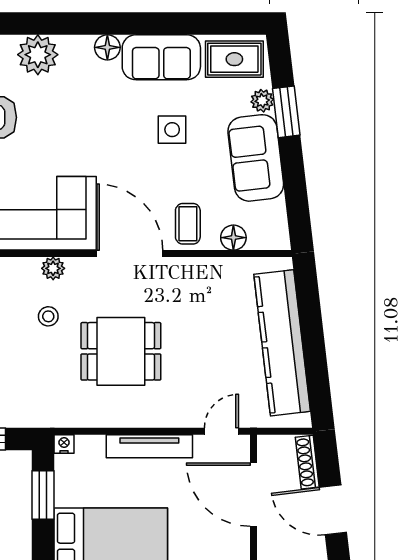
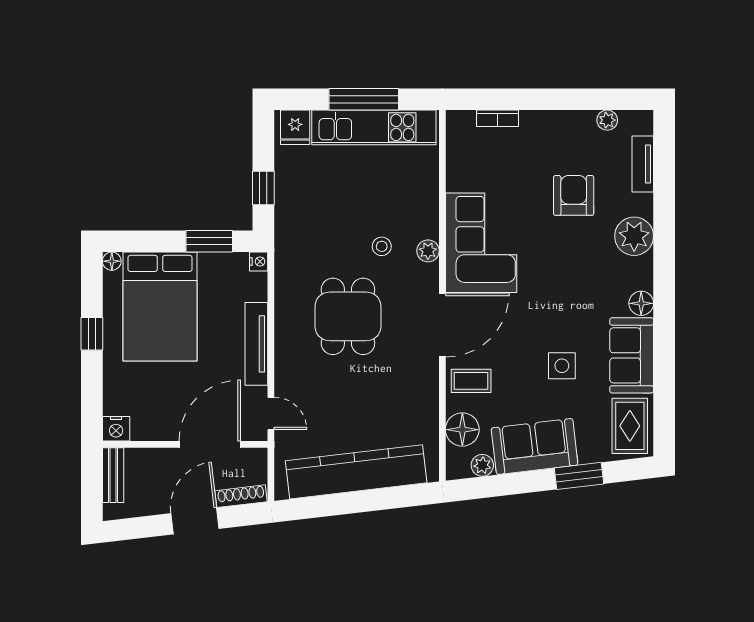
plant: (262, 101) -> (482, 465), moved
floor lamp: (233, 238) -> (462, 430), width x1.38, depth x1.38

